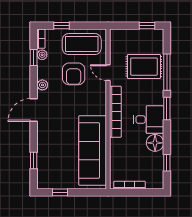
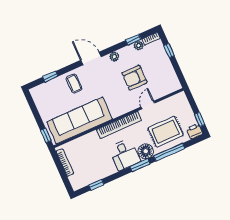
printer: (157, 36) -> (195, 131), added
coffee table: (82, 44) -> (74, 83), moved, width x0.54, depth x0.58
rug: (144, 67) -> (166, 132), turned 90
floor lamp: (155, 143) -> (146, 151), moved
window: (60, 192) -> (46, 136), moved

